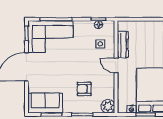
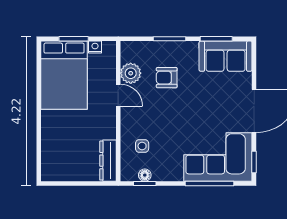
dresser: (123, 45) -> (108, 161), moved
door: (116, 66) -> (118, 95), moved
armchair: (84, 89) -> (167, 78), turned 180
plant: (108, 106) -> (131, 73), moved

